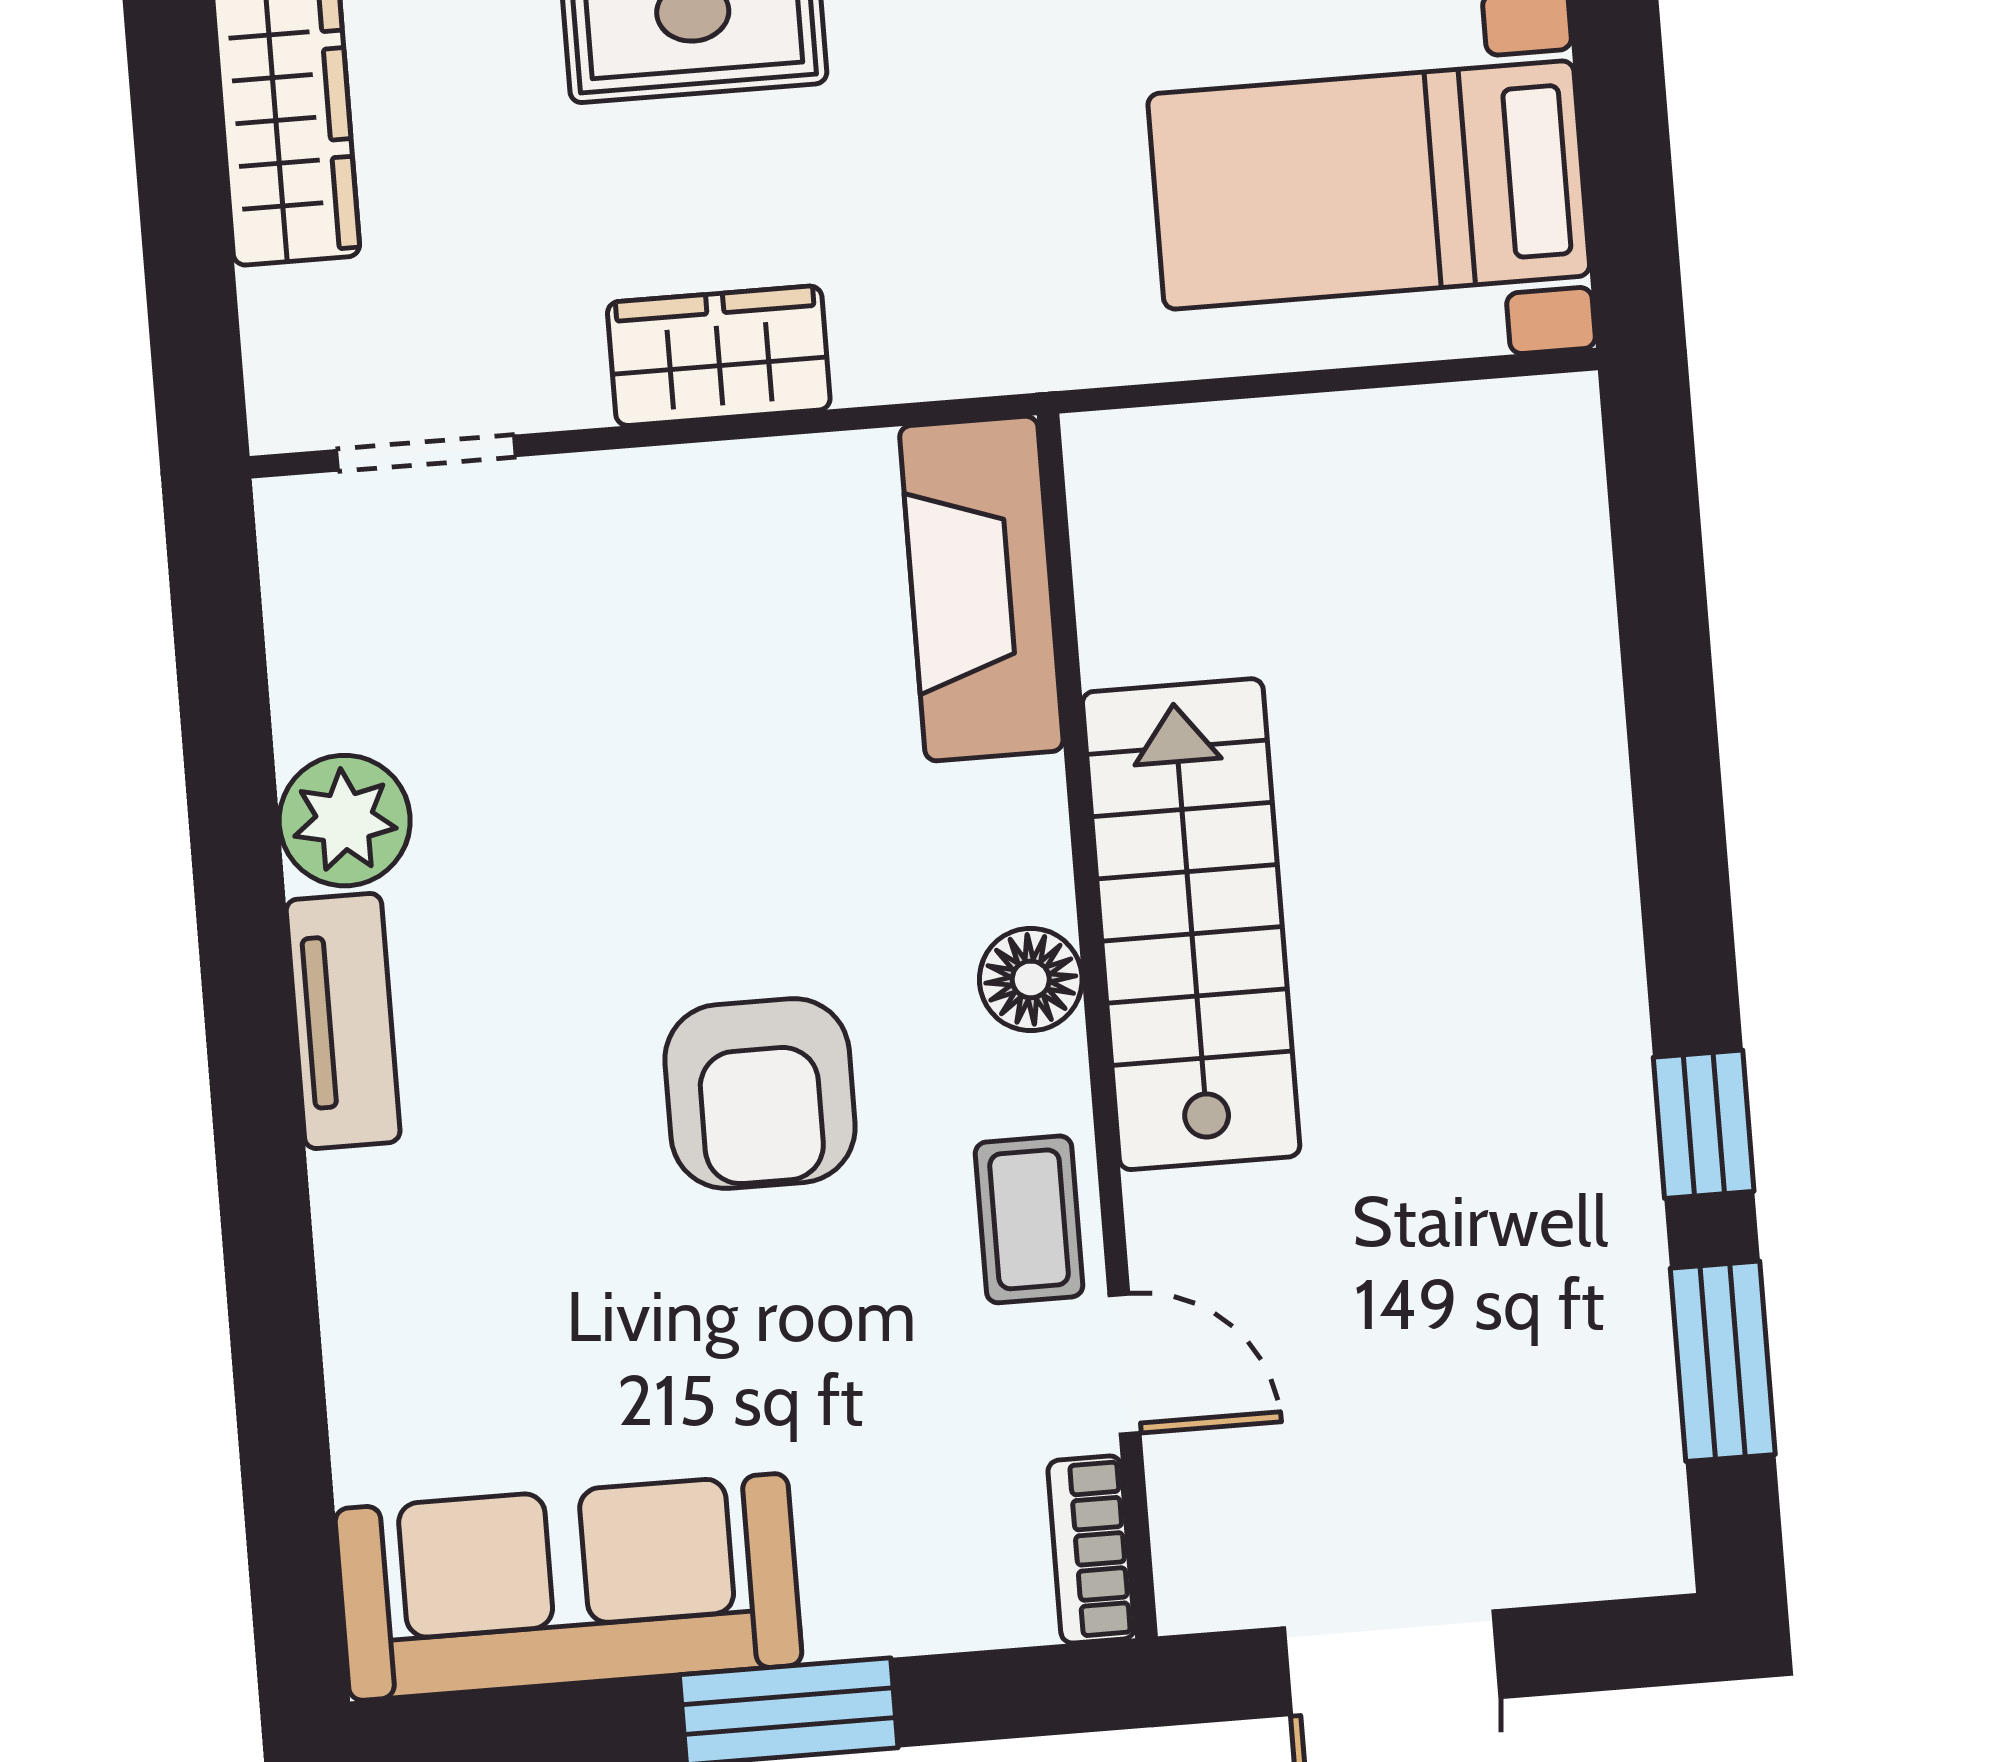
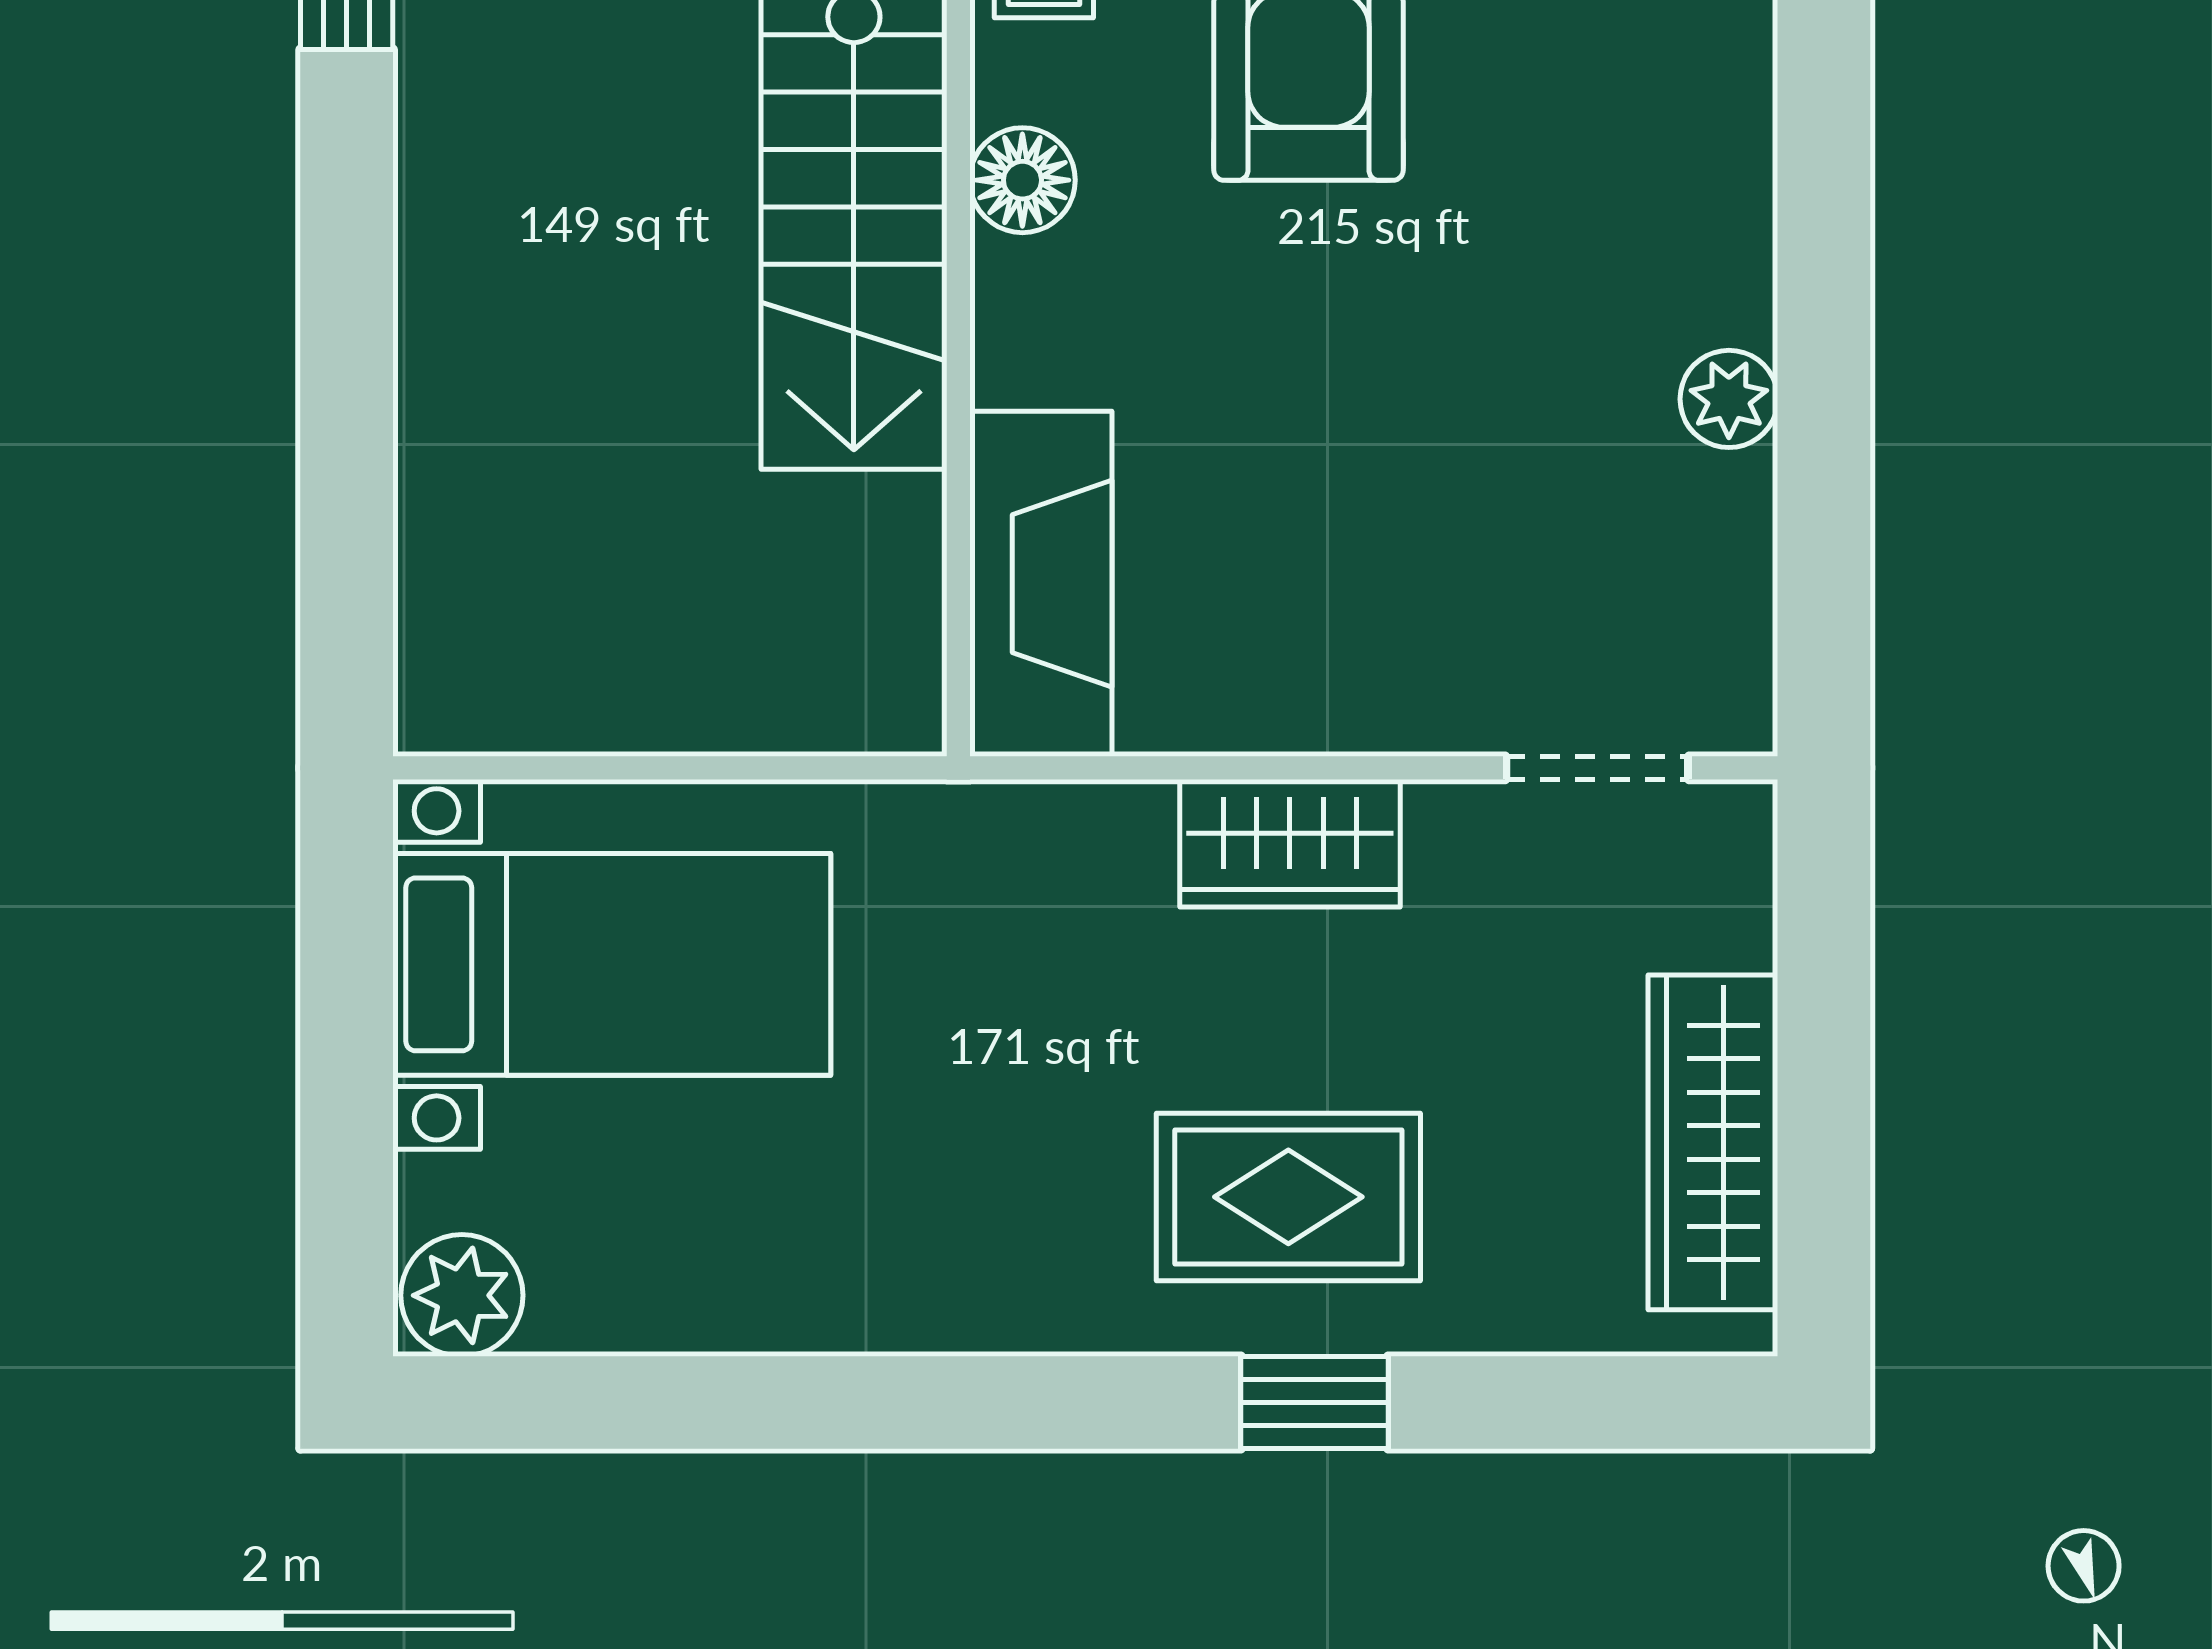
plant: (345, 821) -> (1729, 399), width x0.73, depth x0.73
tv unit: (343, 1021) -> (1729, 194), removed

